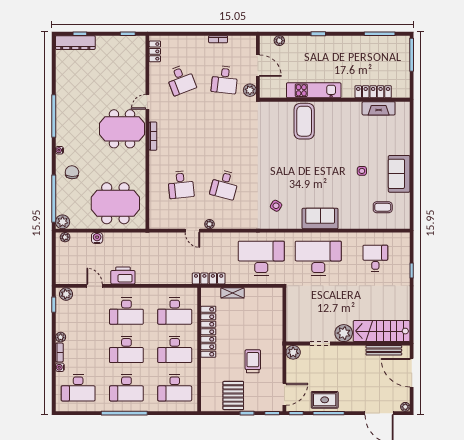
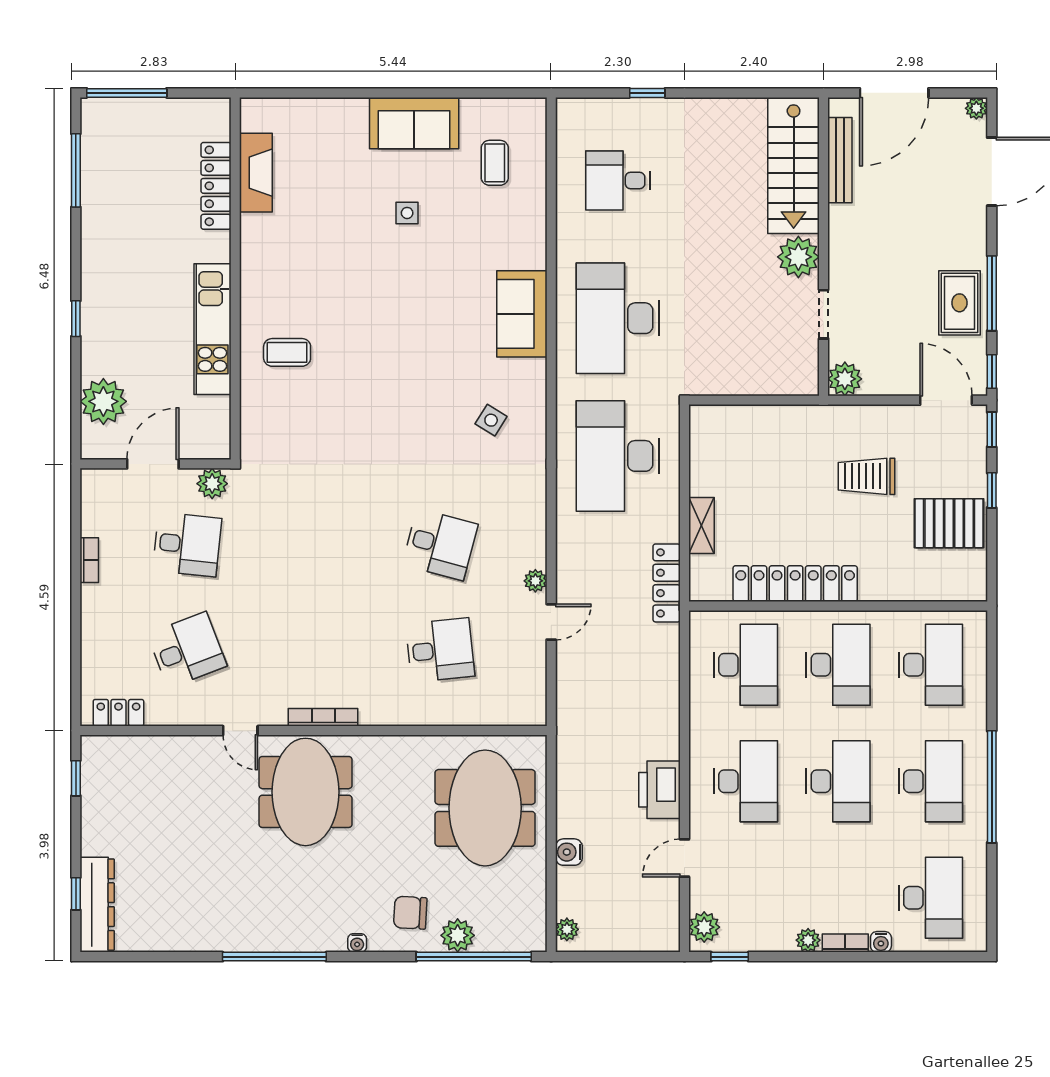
plant: (279, 41) -> (103, 401), width x1.88, depth x1.88
coffee table: (304, 121) -> (287, 352), width x0.54, depth x0.58
plant: (63, 222) -> (458, 935), moved

